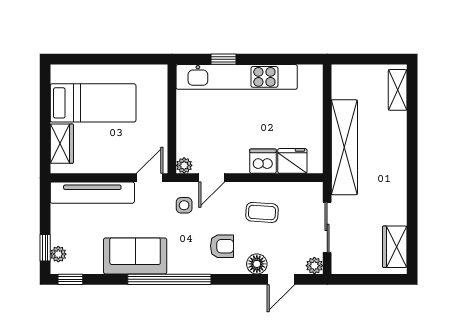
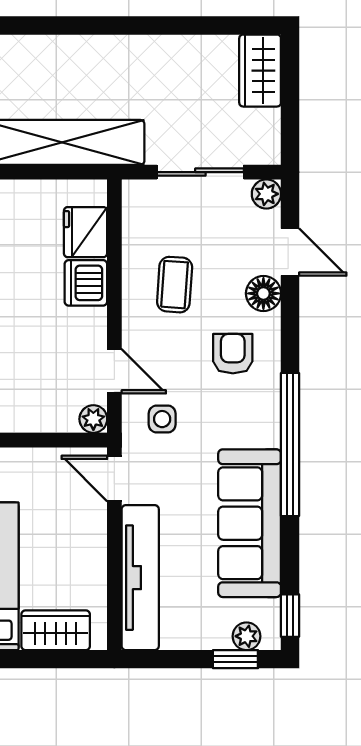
wardrobe: (395, 247) -> (260, 71), moved, turned 90
sofa: (135, 256) -> (250, 523), width x1.36

